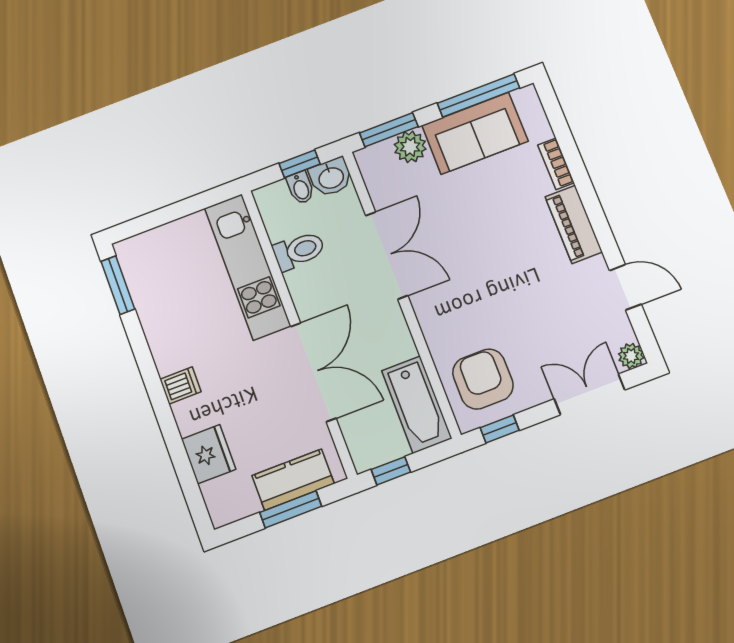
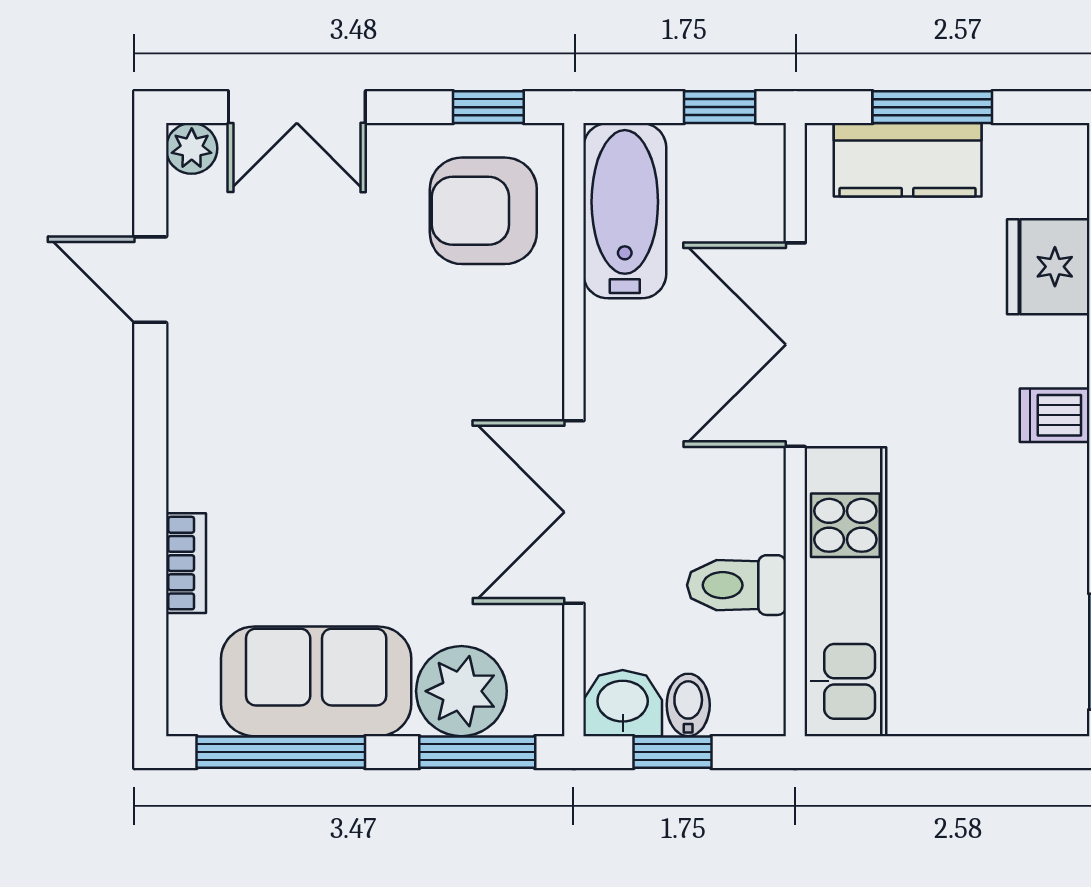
plant: (410, 147) -> (461, 691), width x1.36, depth x1.36
piano: (574, 224) -> (199, 435), removed
armchair: (483, 379) -> (483, 211), turned 90

